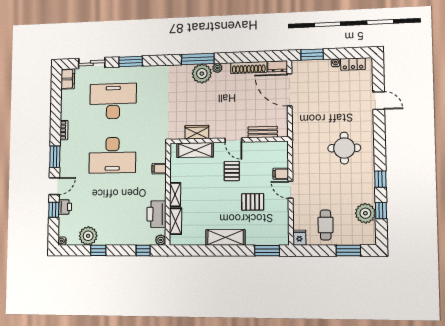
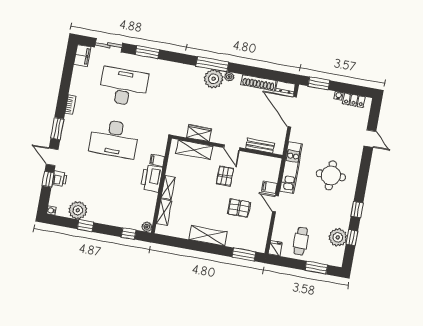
kitchen unit: (300, 148) -> (291, 168), added
door: (54, 186) -> (52, 157), swing flipped
printer: (157, 214) -> (152, 178), moved

